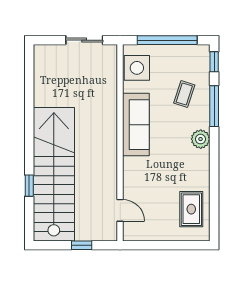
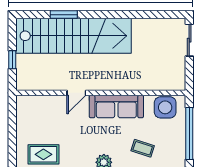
sliding door: (84, 40) -> (189, 40), moved
window: (29, 186) -> (64, 15), width x1.50
door: (120, 210) -> (76, 93), moved

